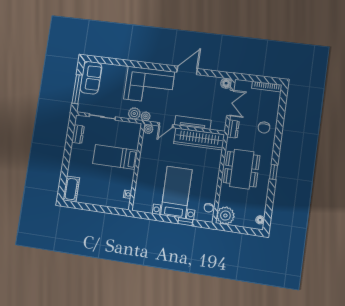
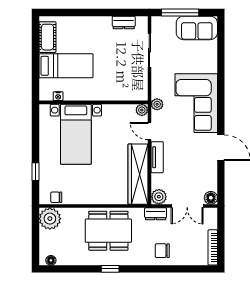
plant: (134, 114) -> (159, 197), moved
tv unit: (193, 122) -> (157, 157), width x0.71
bed: (115, 157) -> (66, 66), moved, turned 90
cot: (71, 189) -> (47, 37), moved, turned 90
bed with nightstands: (176, 192) -> (76, 134), moved, turned 90

